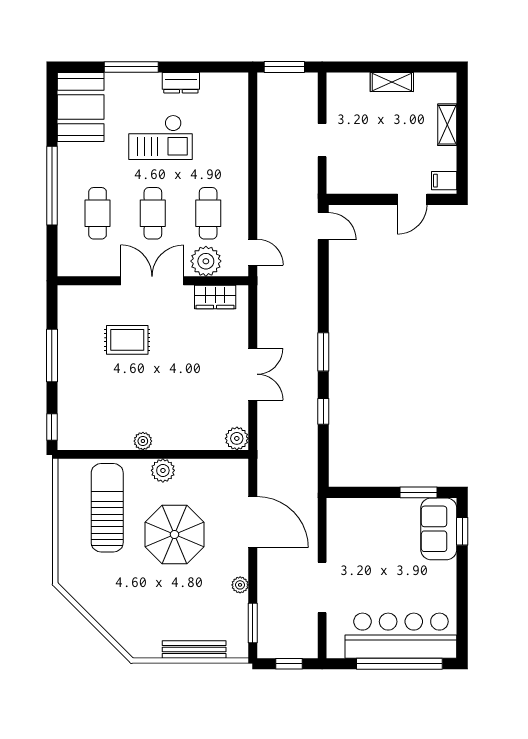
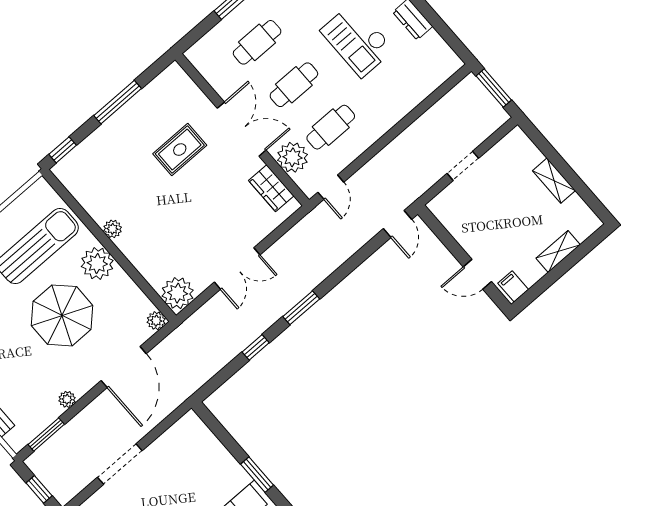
rug: (127, 340) -> (180, 150), turned 90
plant: (237, 438) -> (178, 293), width x1.36, depth x1.36
plant: (239, 468) -> (156, 321), added
plant: (163, 470) -> (97, 263), width x1.36, depth x1.36

